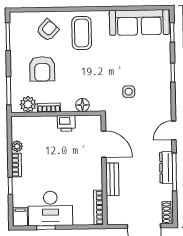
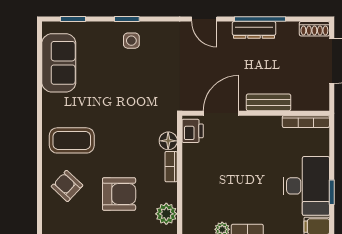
sofa: (139, 22) -> (59, 63), width x0.73
side table: (129, 92) -> (131, 41), moved
bookcase: (49, 108) -> (171, 167), moved
printer: (66, 123) -> (193, 131), moved

